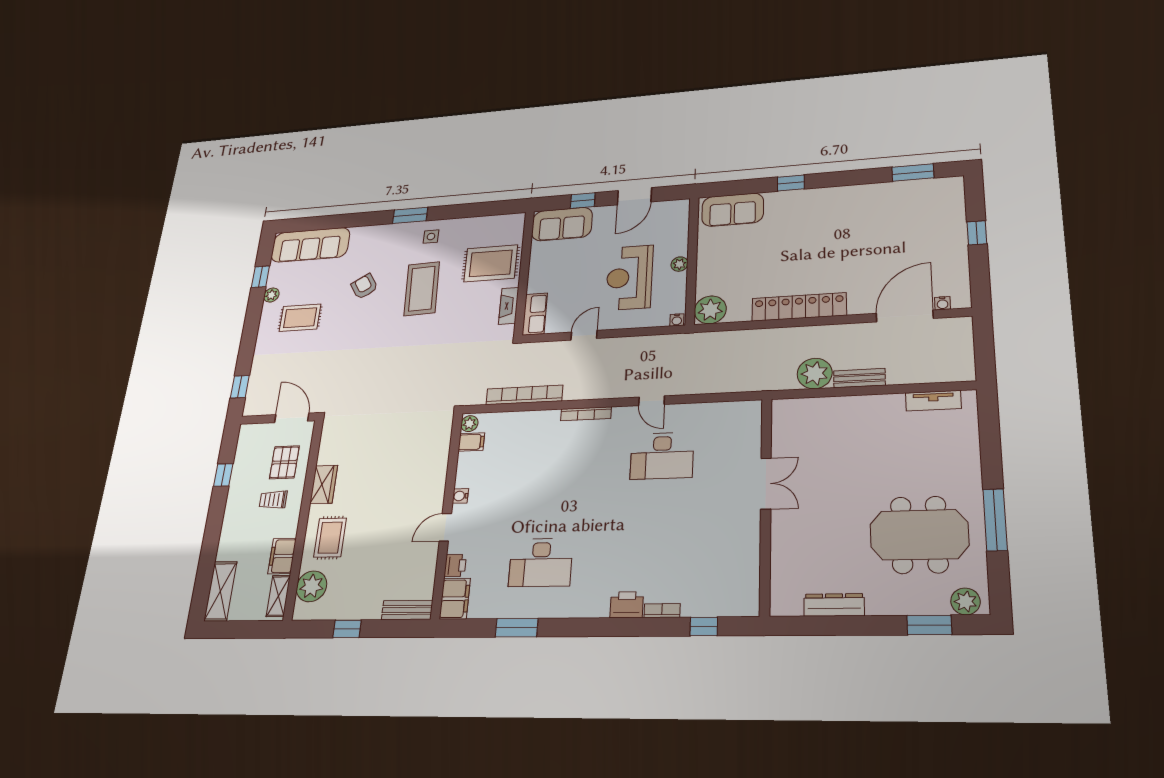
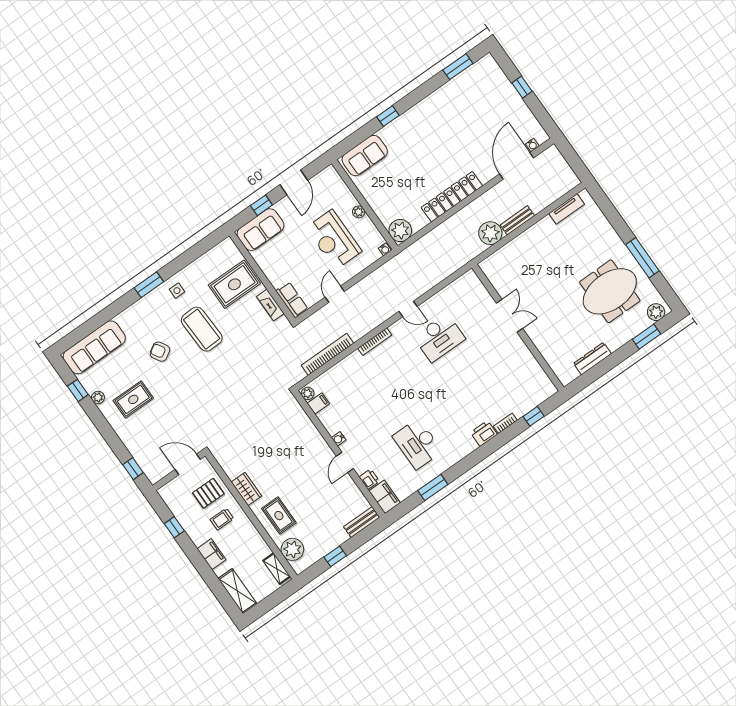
pallet: (284, 462) -> (208, 493), turned 90
filing cabinet: (282, 556) -> (211, 554), moved, turned 180
desk: (541, 563) -> (418, 444), turned 90

